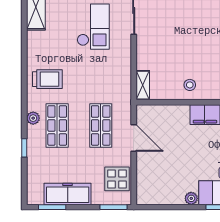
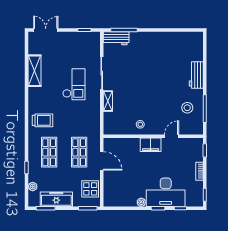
shelving: (143, 85) -> (108, 101), moved
plant: (33, 118) -> (33, 187), moved

